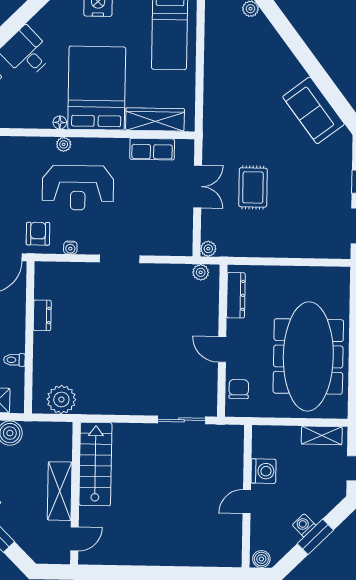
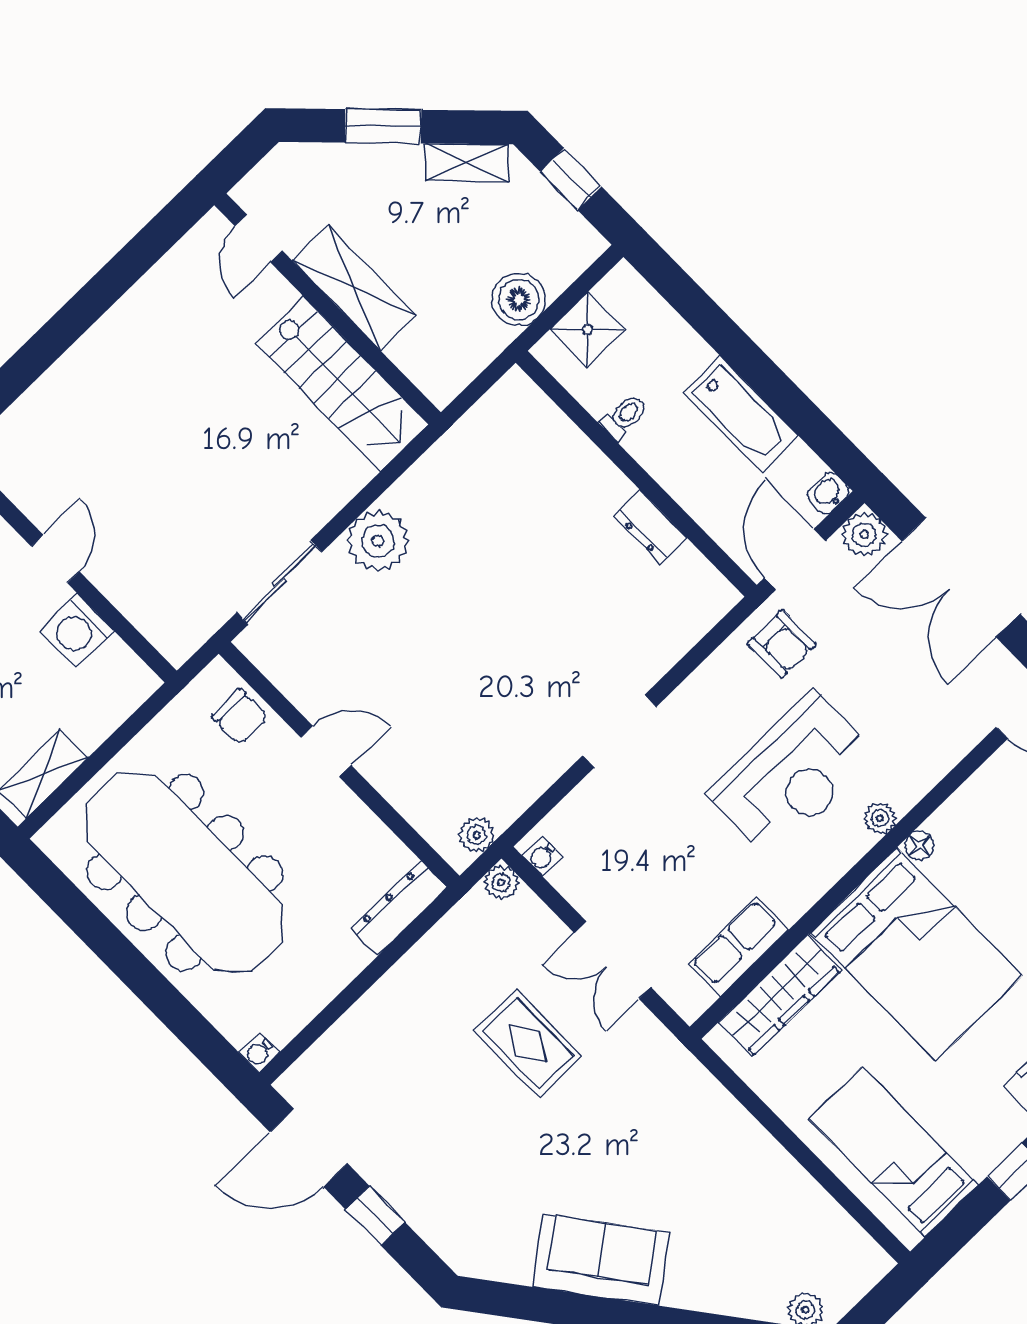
sofa: (314, 110) -> (601, 1260), moved
reception desk: (78, 188) -> (792, 775), turned 180
water cooler: (70, 248) -> (543, 856), moved, turned -90
water cooler: (344, 273) -> (259, 1053), added
dresser: (236, 295) -> (399, 908), moved, turned 90
plant: (61, 399) -> (378, 541), moved

